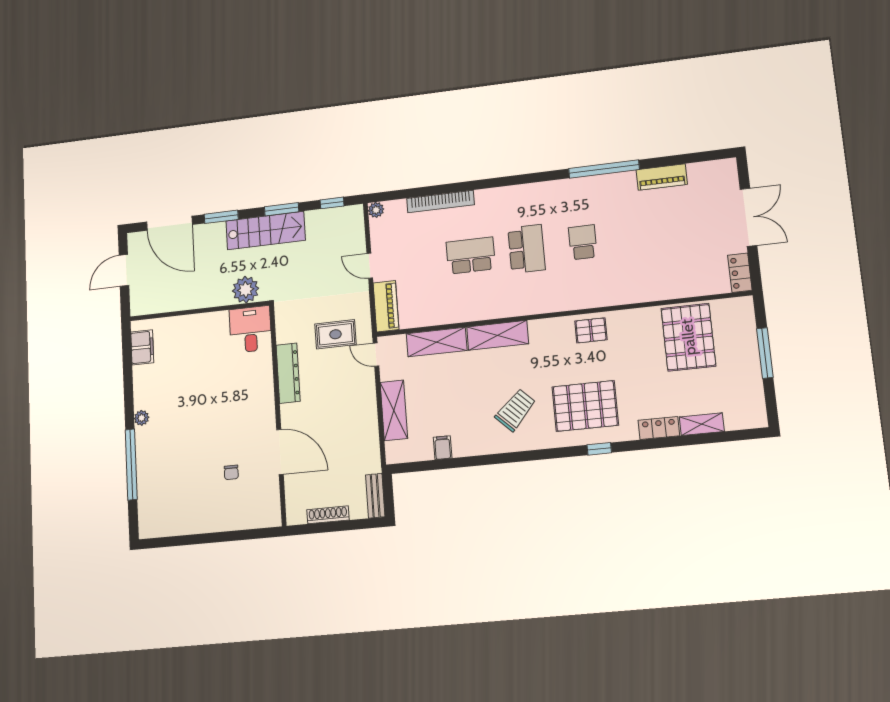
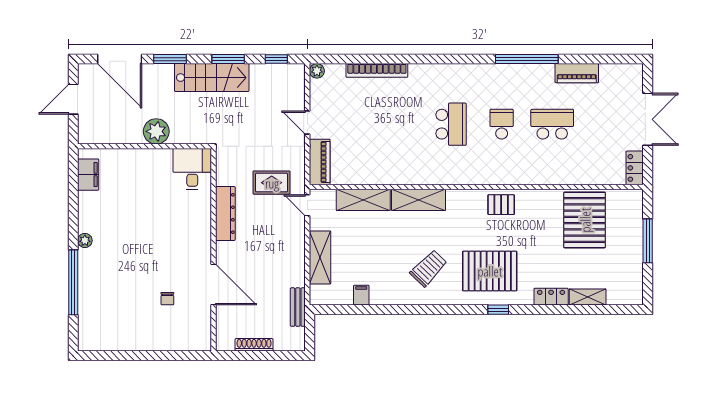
school desk: (471, 255) -> (552, 124), moved
plant: (246, 290) -> (156, 131), moved
bench: (375, 496) -> (298, 307), moved

